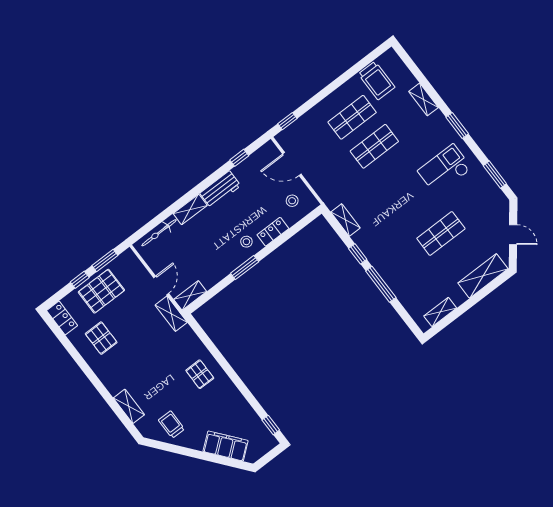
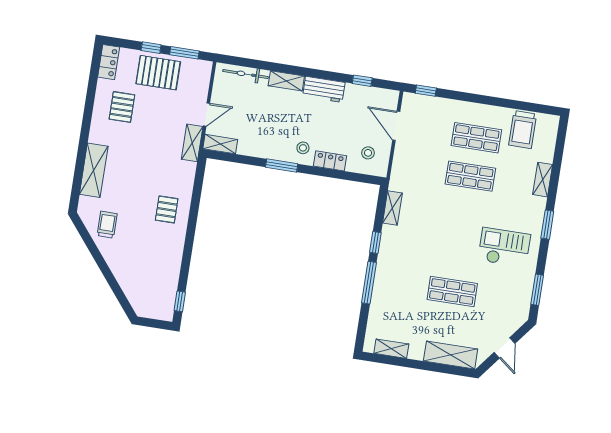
shelving: (129, 406) -> (94, 170), width x1.50, depth x1.33
filing cabinet: (226, 446) -> (130, 282), removed

